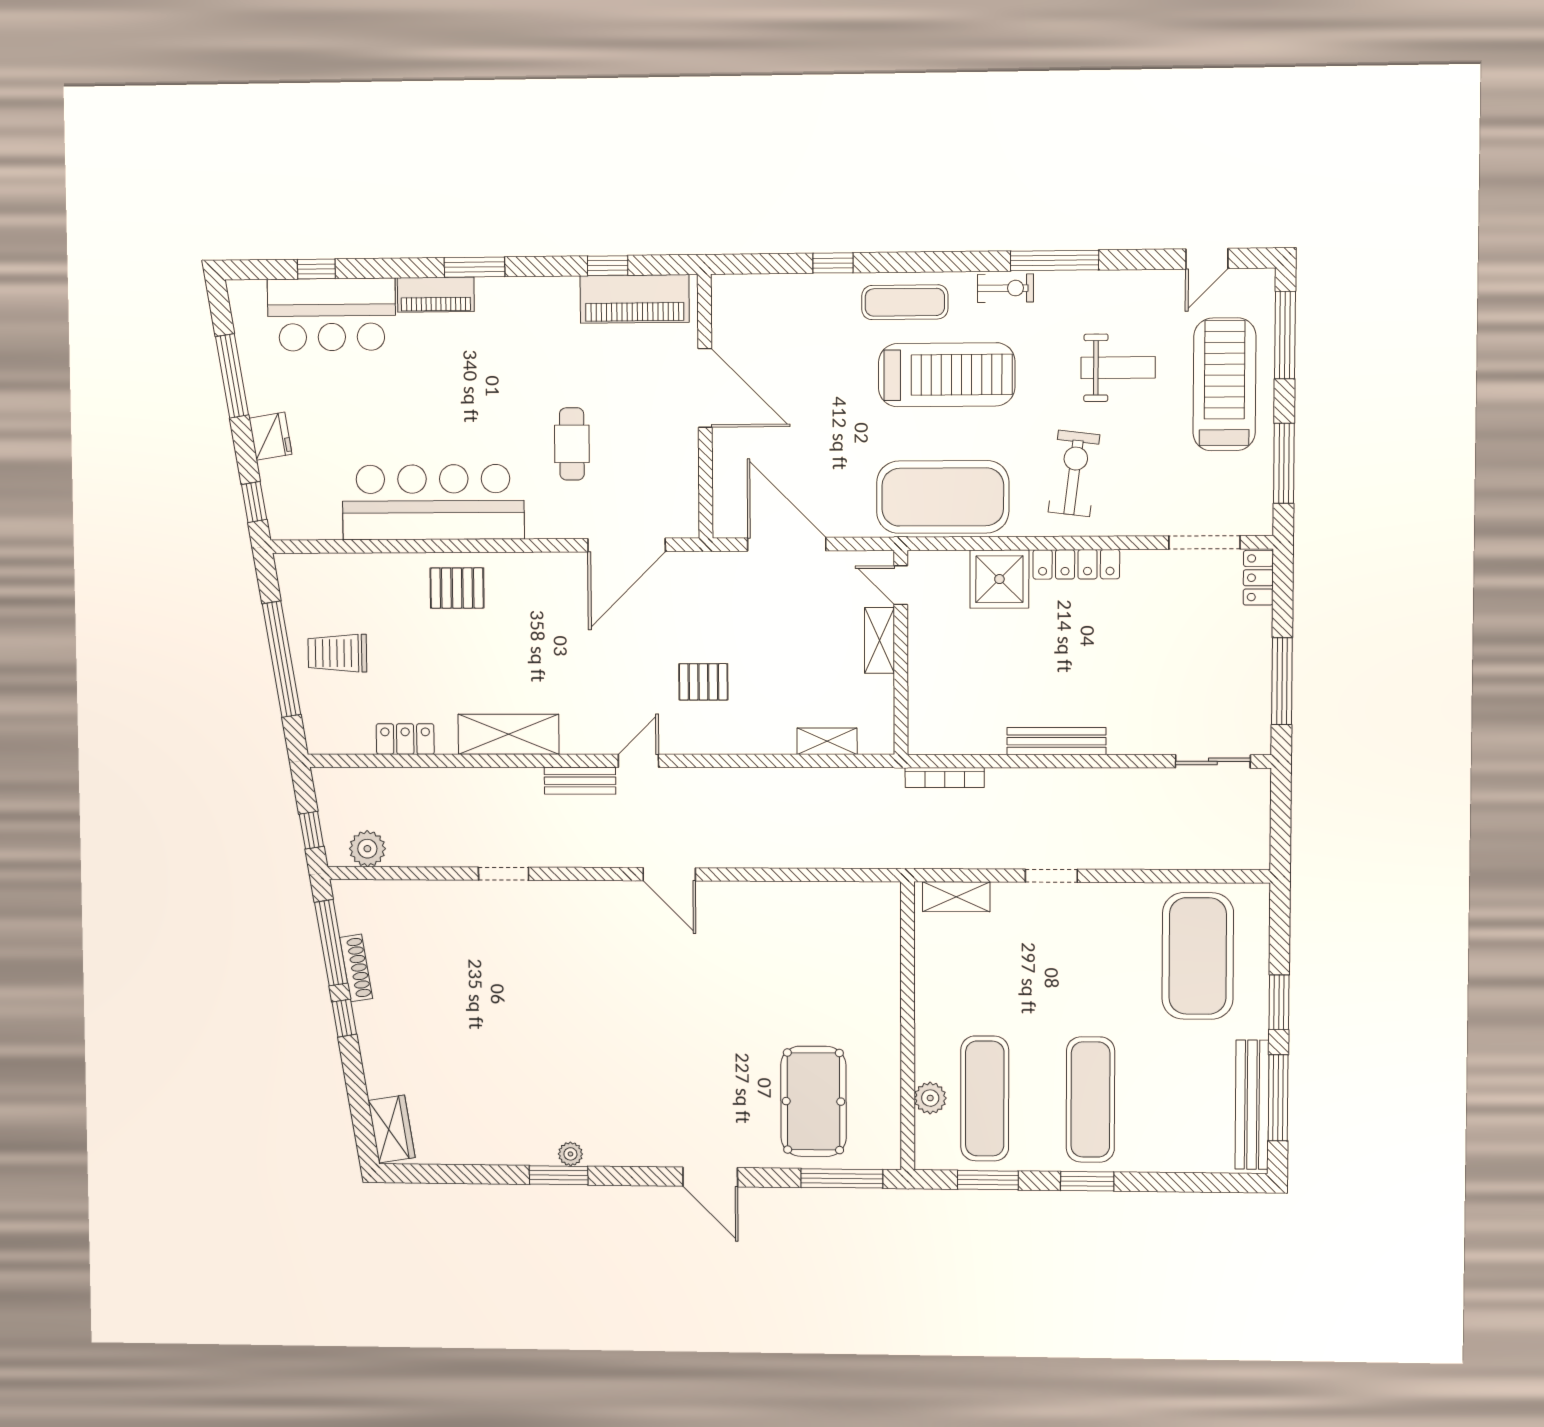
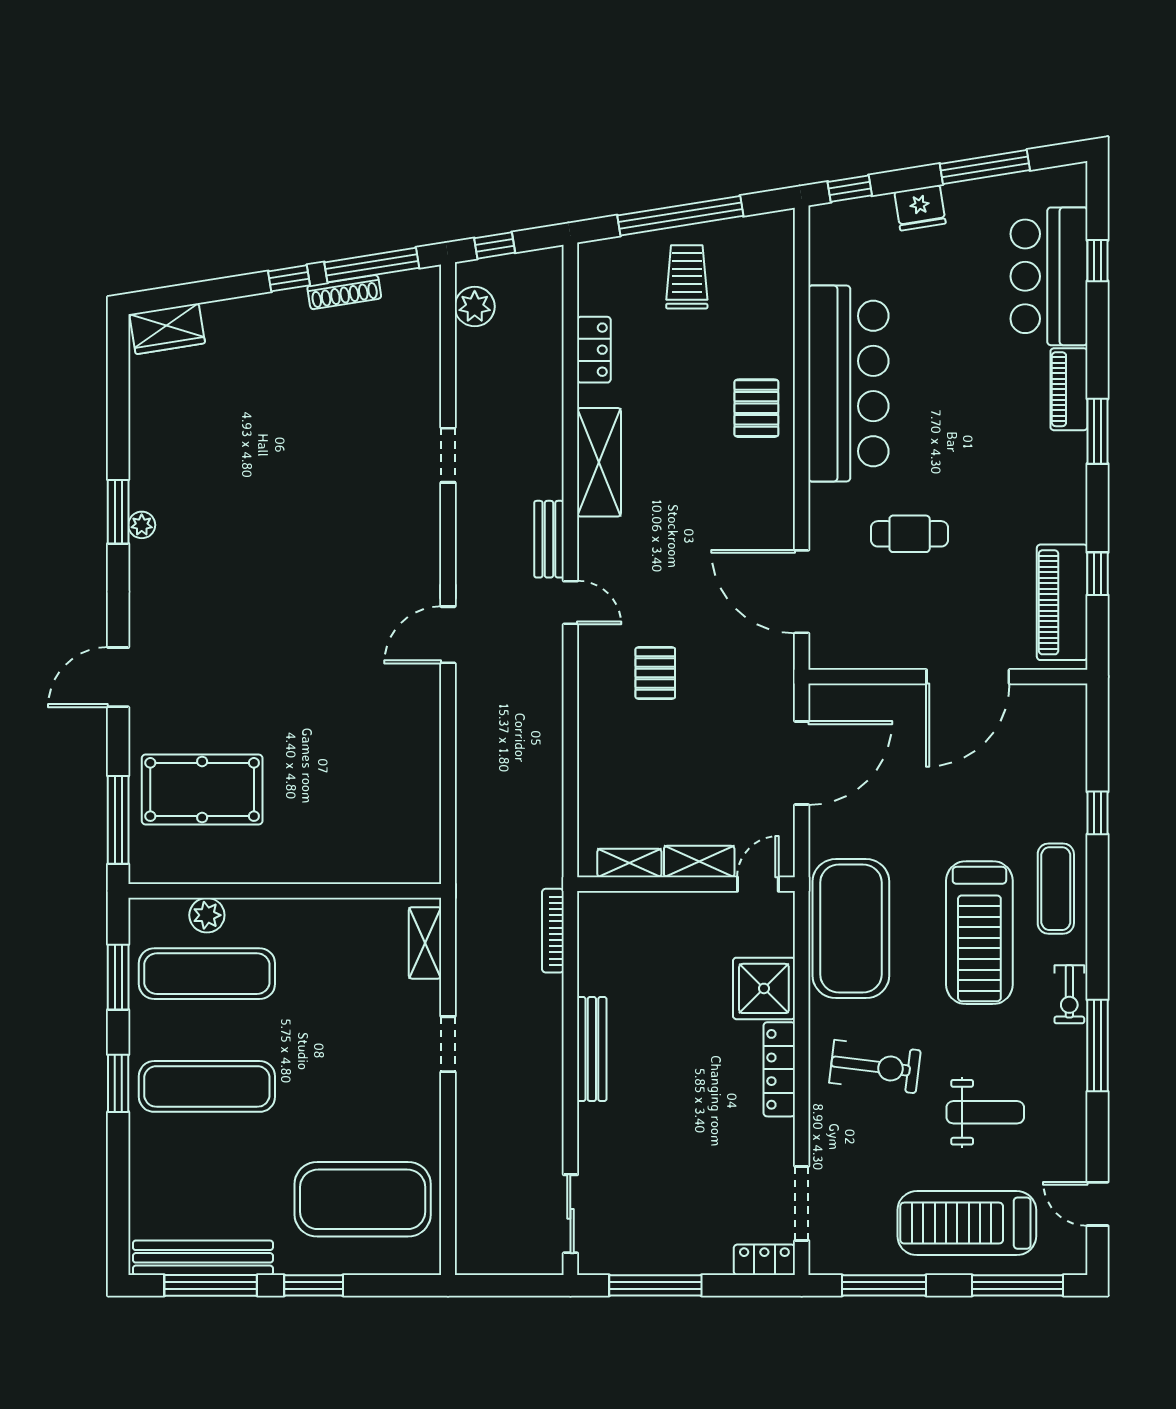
weight bench: (1118, 368) -> (985, 1112), turned -90
treadmill: (1224, 384) -> (967, 1223), turned 180
shelving: (827, 741) -> (629, 863), moved, turned 90

